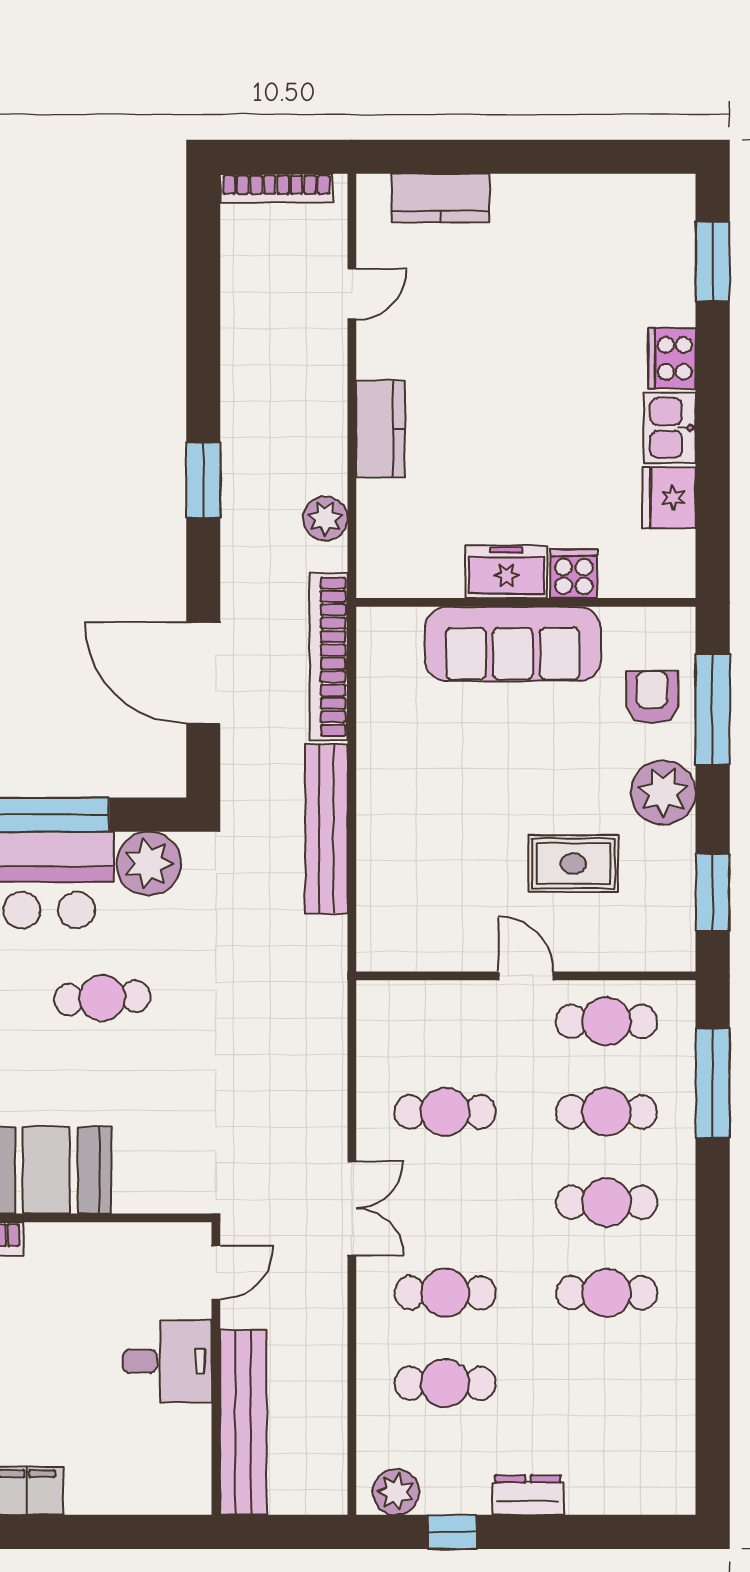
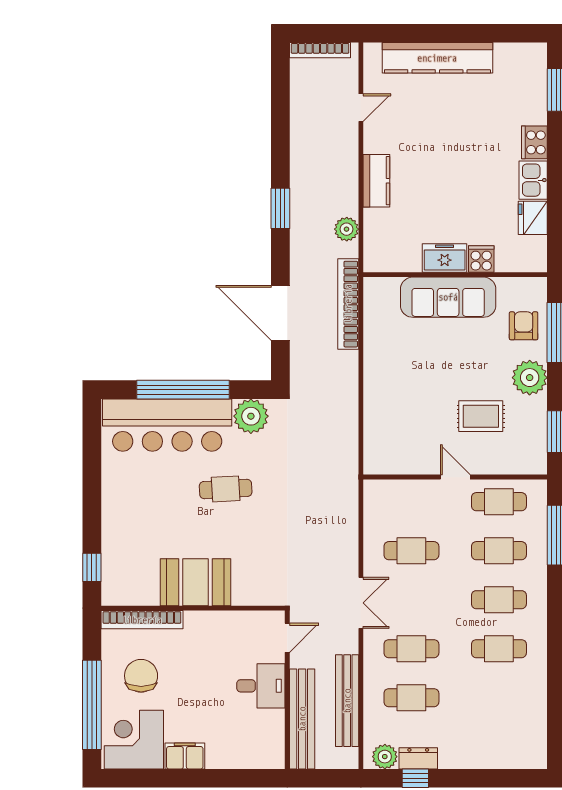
kitchen counter: (440, 198) -> (437, 58), width x2.08, depth x1.17
bench: (326, 829) -> (347, 701), moved
dresser: (528, 1495) -> (418, 758), moved

